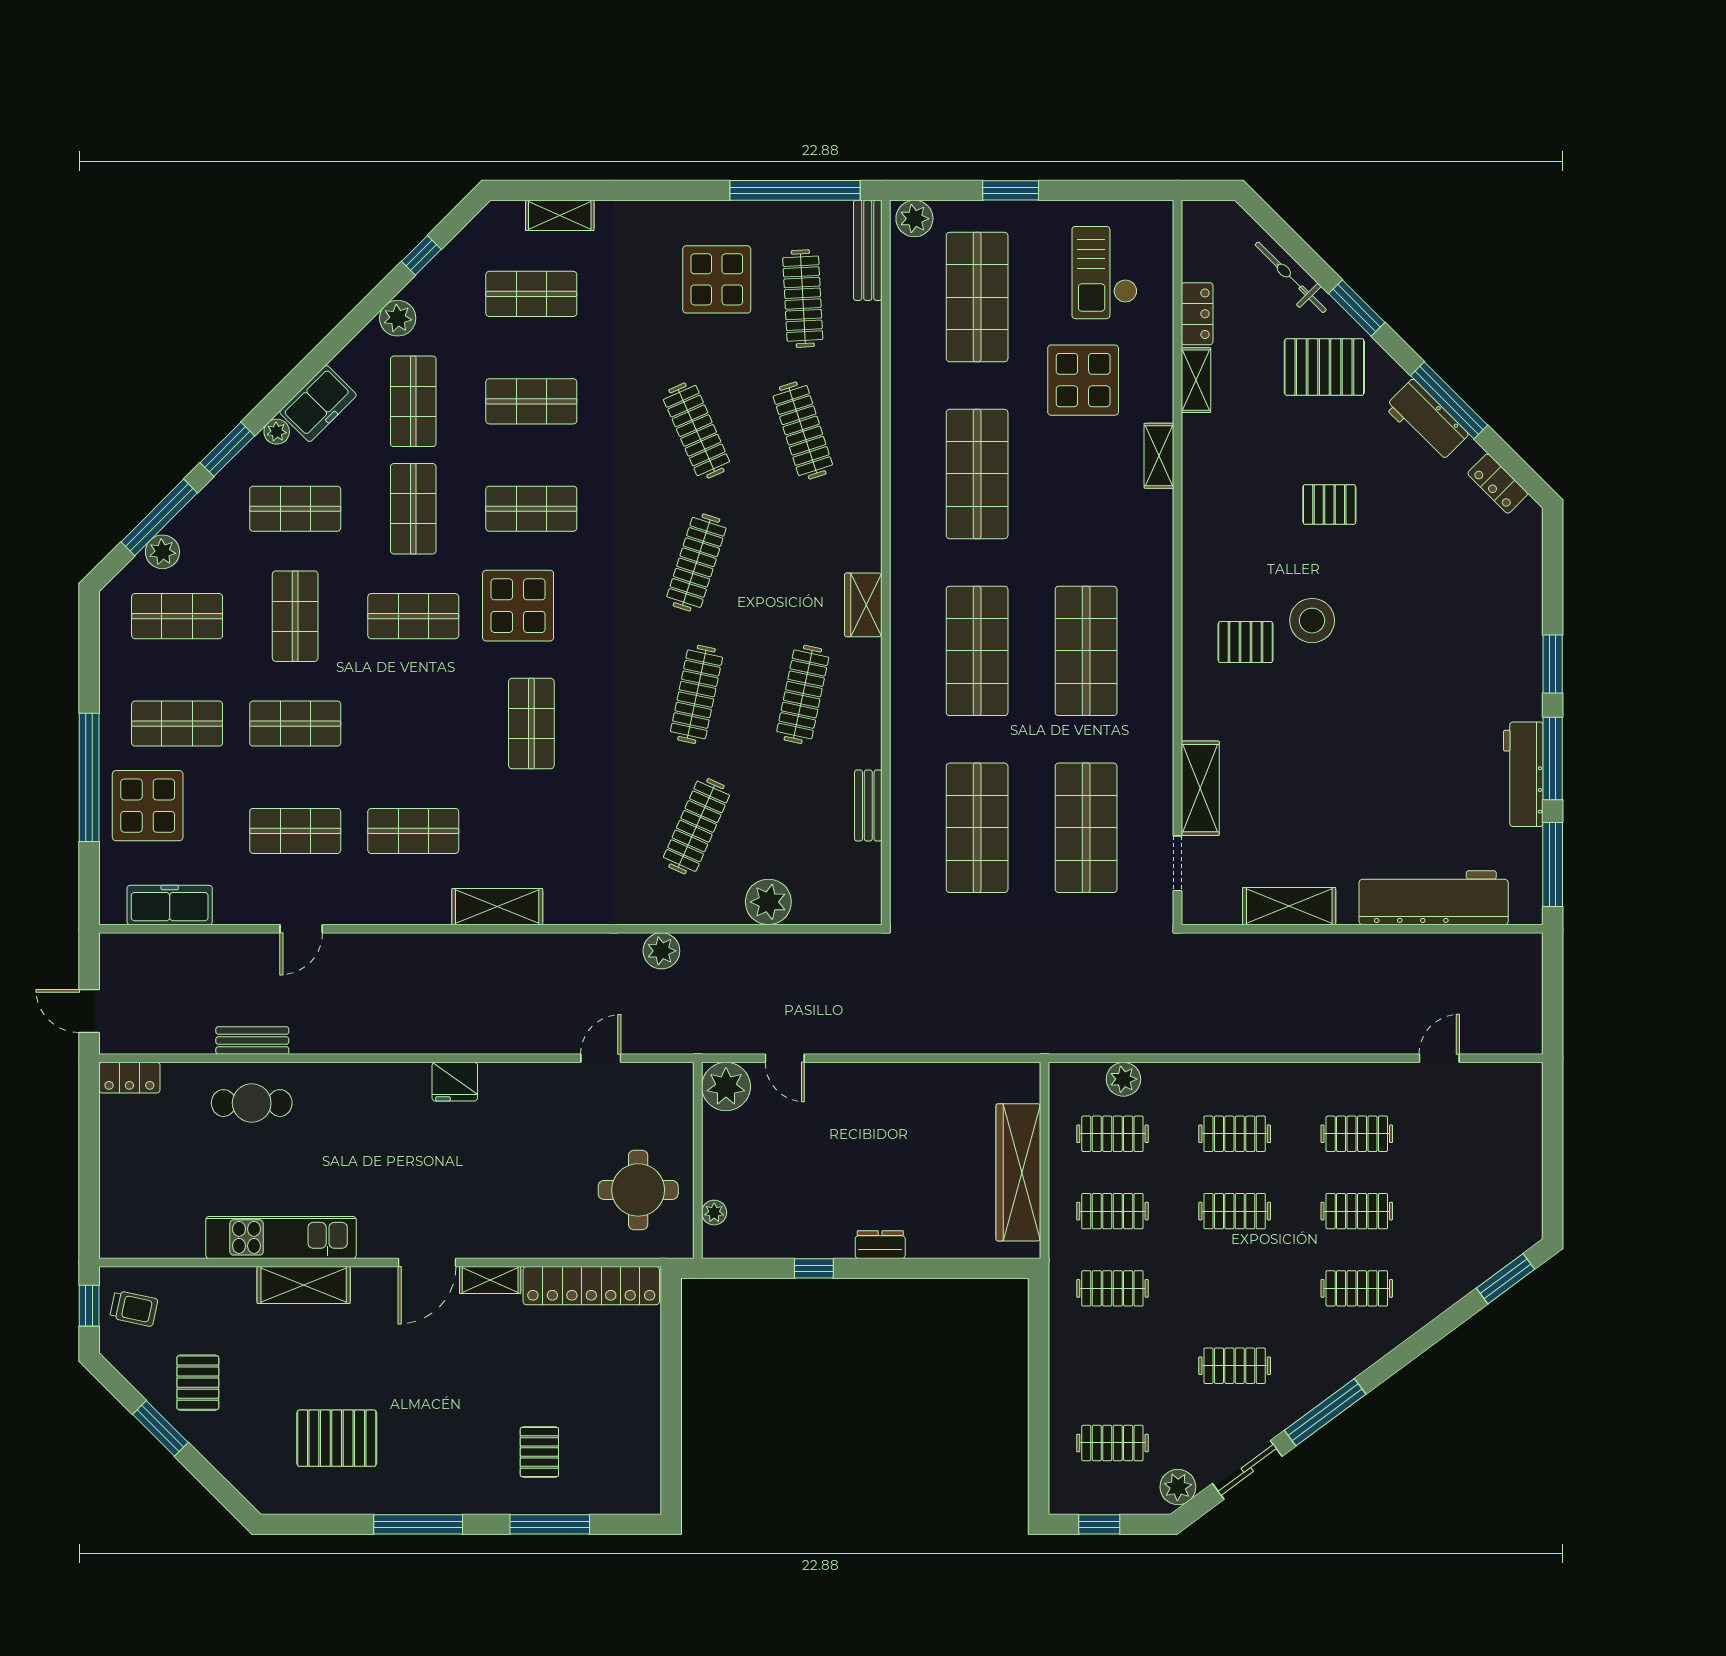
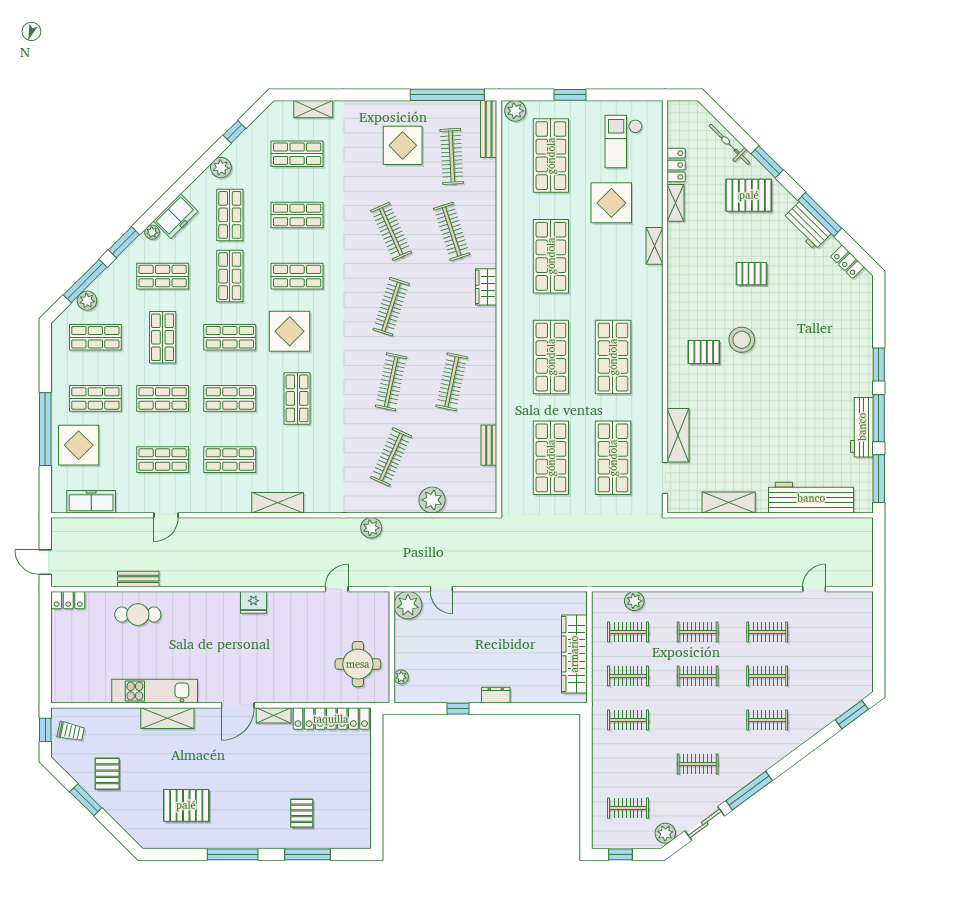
wardrobe: (863, 605) -> (486, 287), moved
shop shelf: (413, 724) -> (230, 398), added

